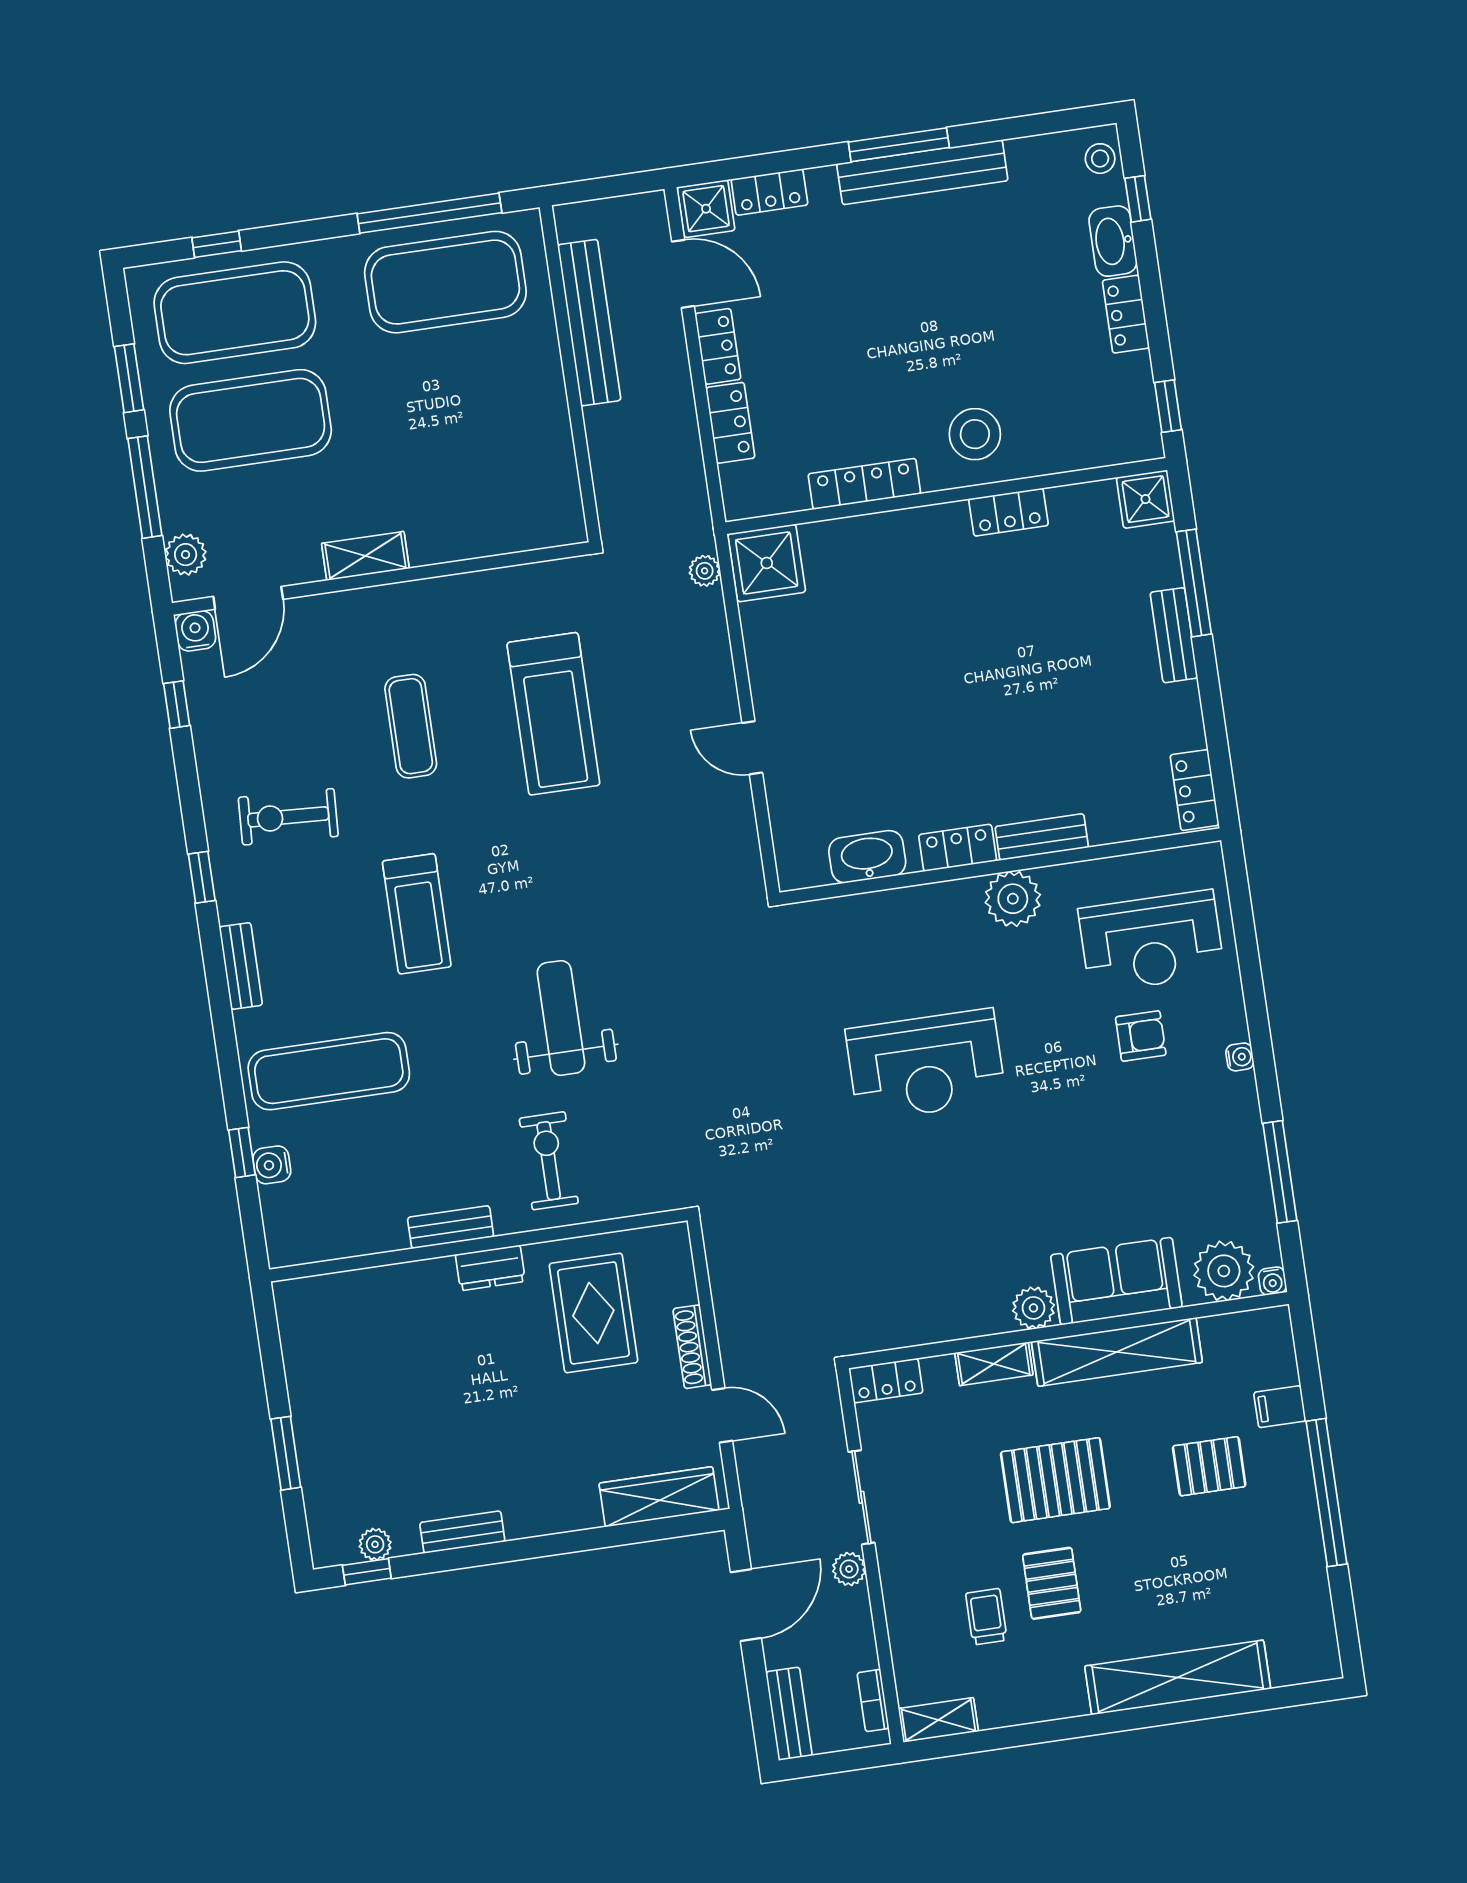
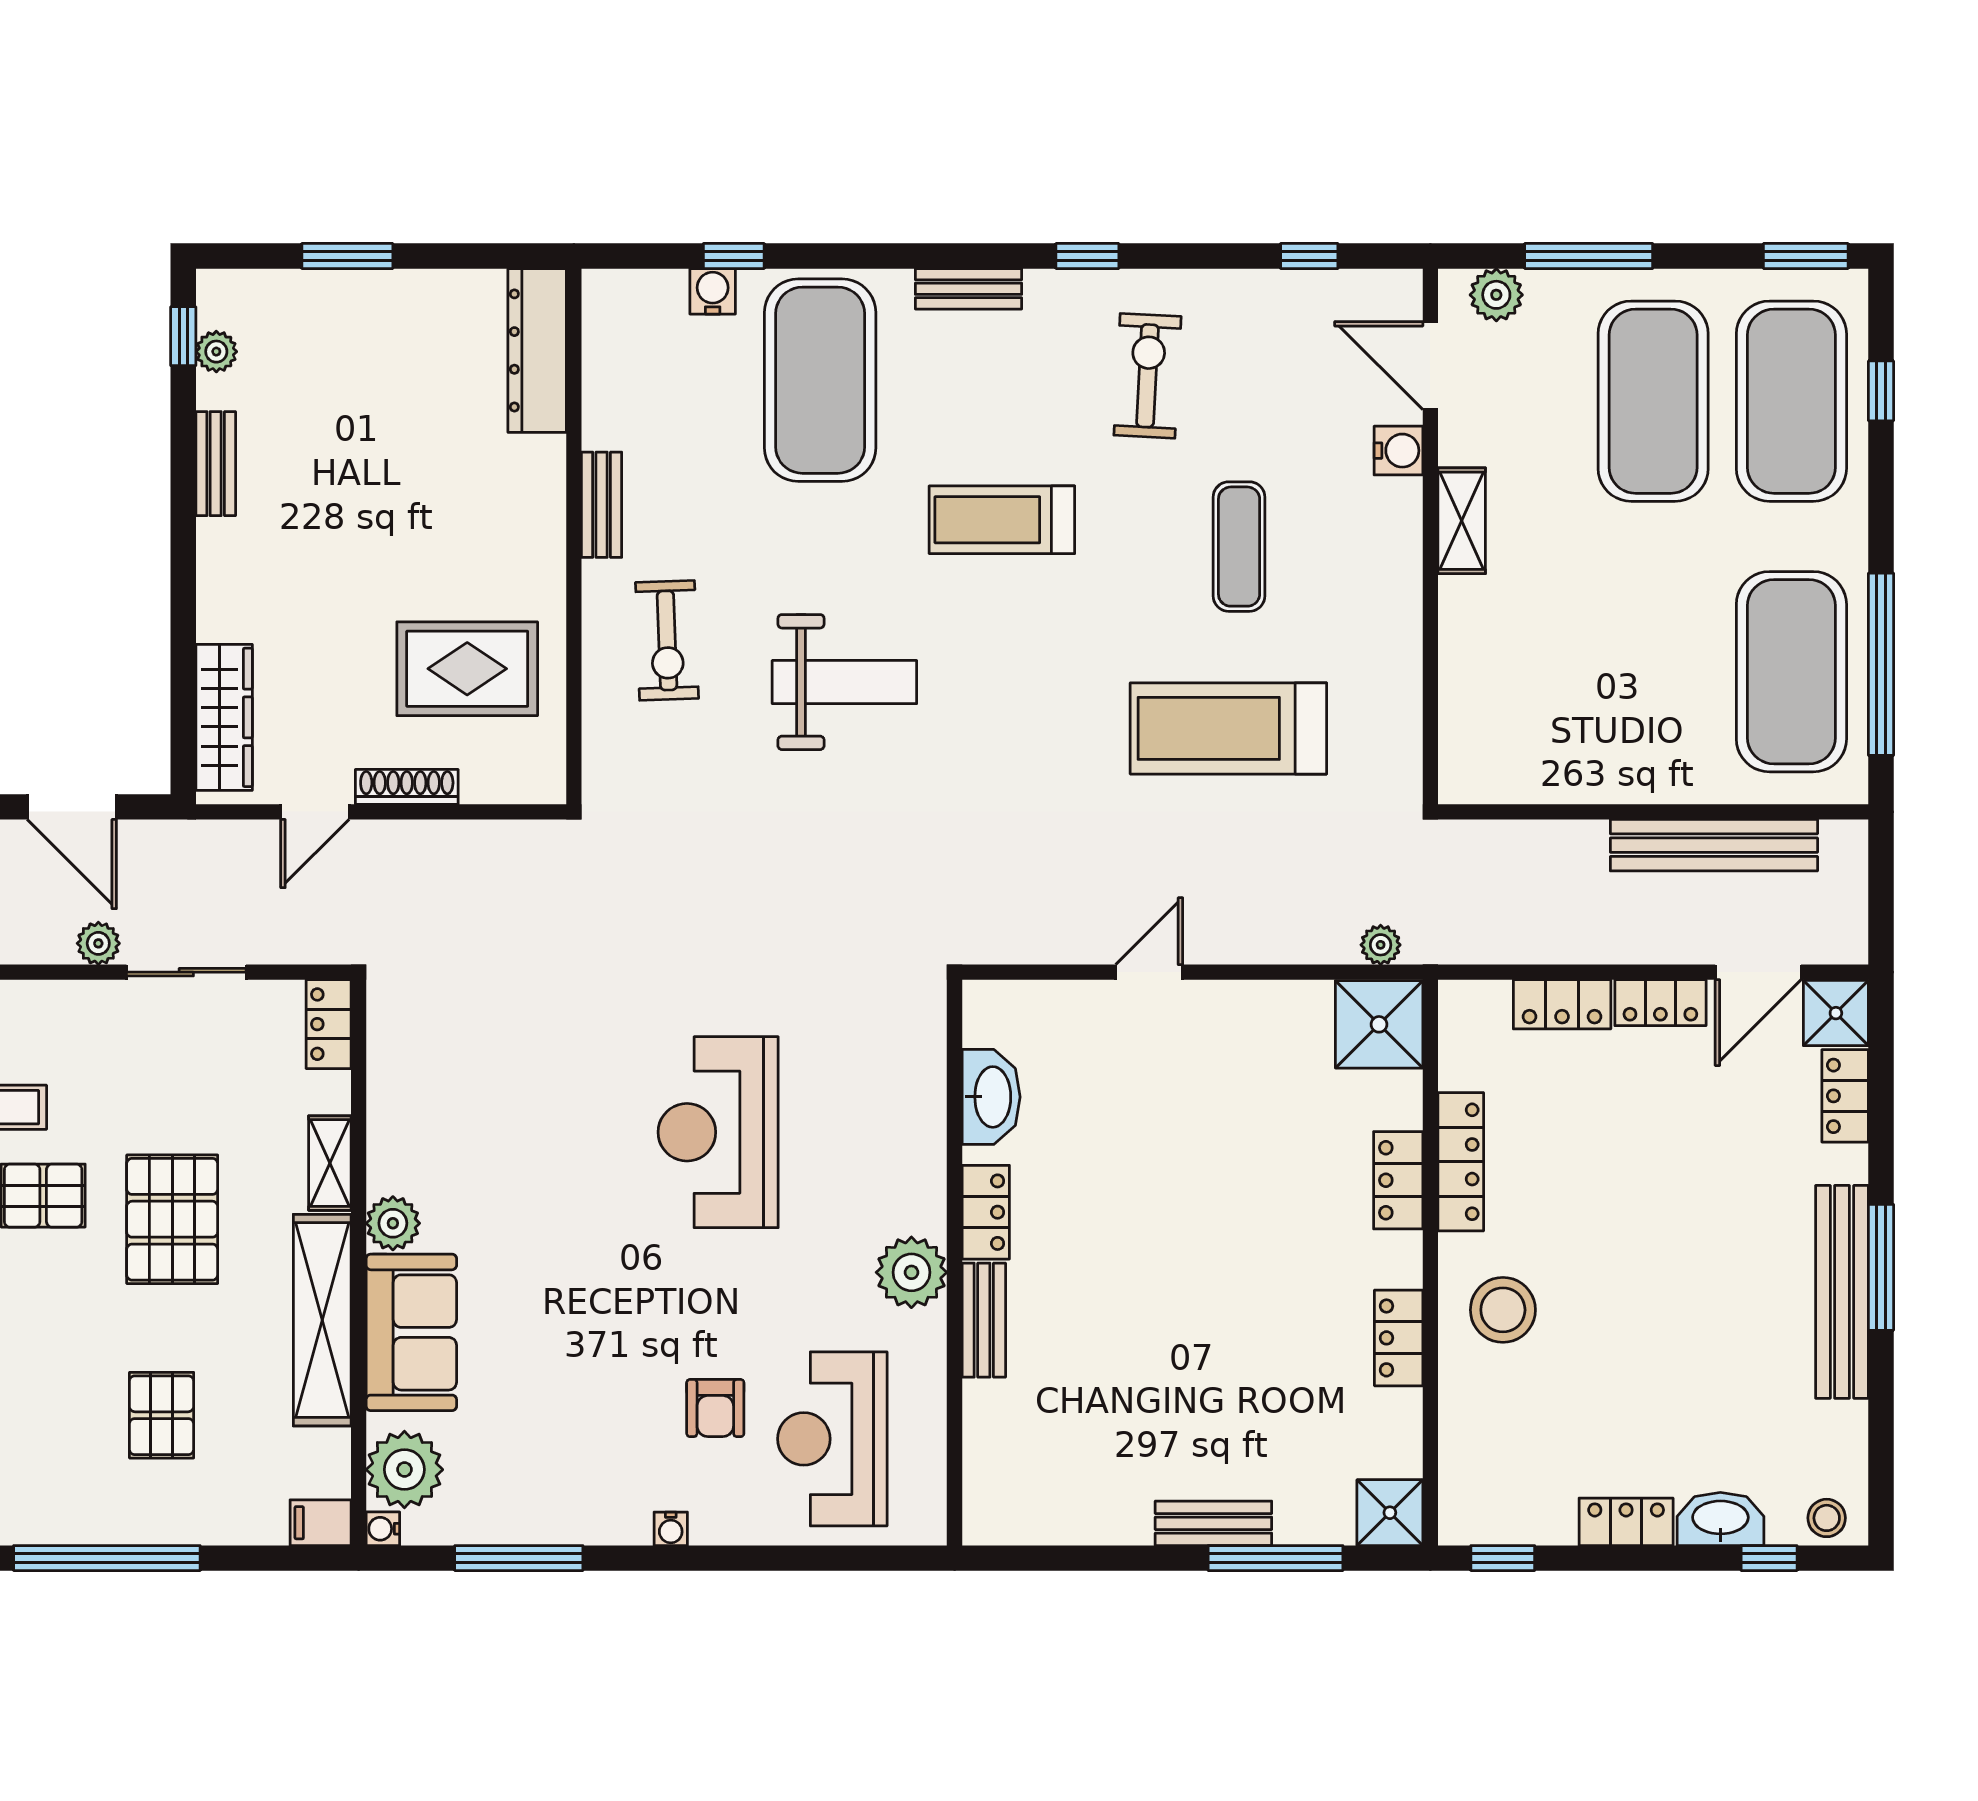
window: (129, 378) -> (1806, 256), moved
water cooler: (195, 631) -> (1398, 451), moved
exercise mat: (411, 726) -> (1239, 547), turned 90
locker: (1195, 790) -> (1398, 1180), moved, turned -90
exercise mat: (329, 1071) -> (820, 380), width x1.47
exercise bike: (549, 1161) -> (667, 640), turned 88
dresser: (490, 1268) -> (537, 350), moved, width x1.96, depth x1.24
filing cabinet: (1280, 1407) -> (321, 1523), moved, turned -90

